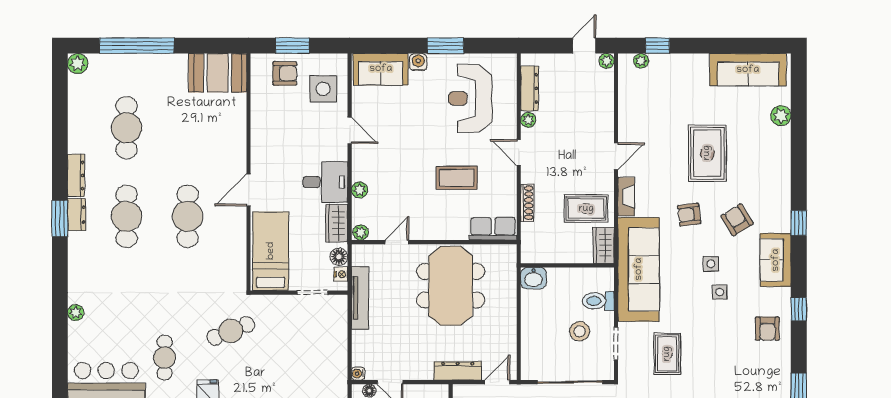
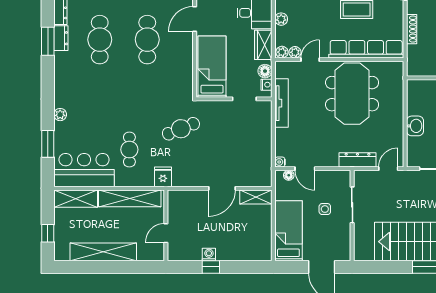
row of seats: (493, 229) -> (366, 49), width x2.02
plant: (377, 233) -> (295, 52), added
washbasin: (533, 278) -> (415, 126), moved, turned -90
window: (60, 350) -> (48, 144), added

